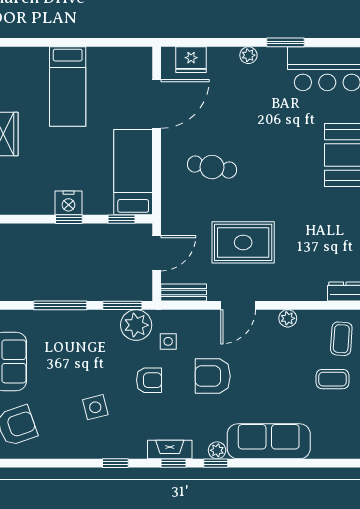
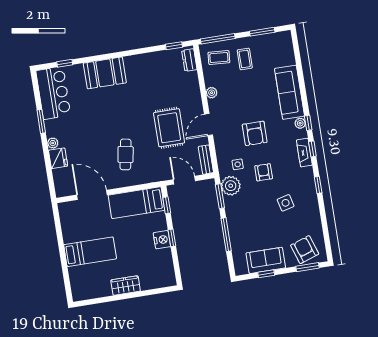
fridge: (191, 60) -> (58, 158), moved
door: (238, 305) -> (208, 125), swing flipped

